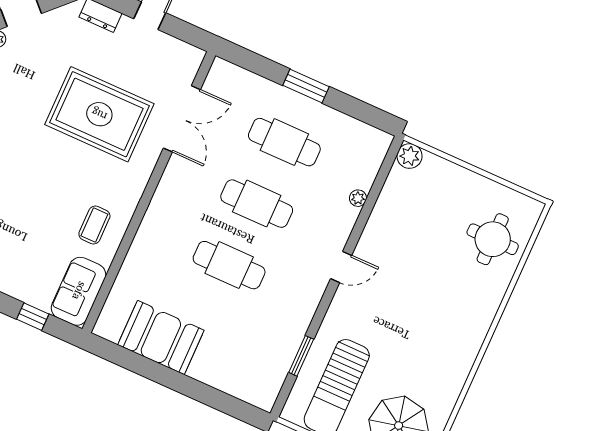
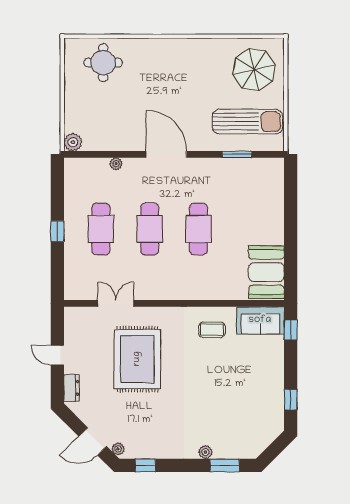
window: (306, 86) -> (57, 231), width x0.67
double door: (182, 119) -> (116, 303), width x0.73
door: (341, 267) -> (166, 154), width x1.88
window: (33, 317) -> (291, 330), moved
booth: (161, 338) -> (266, 272), moved

